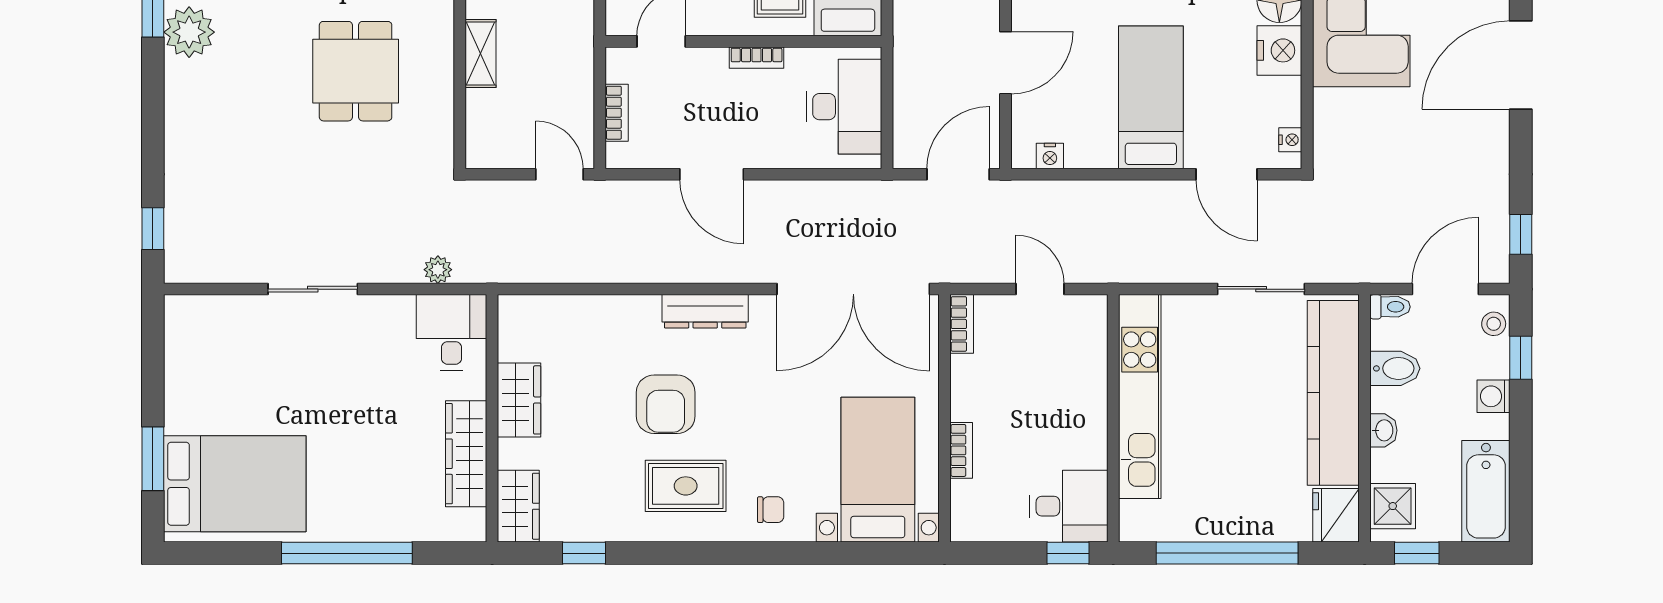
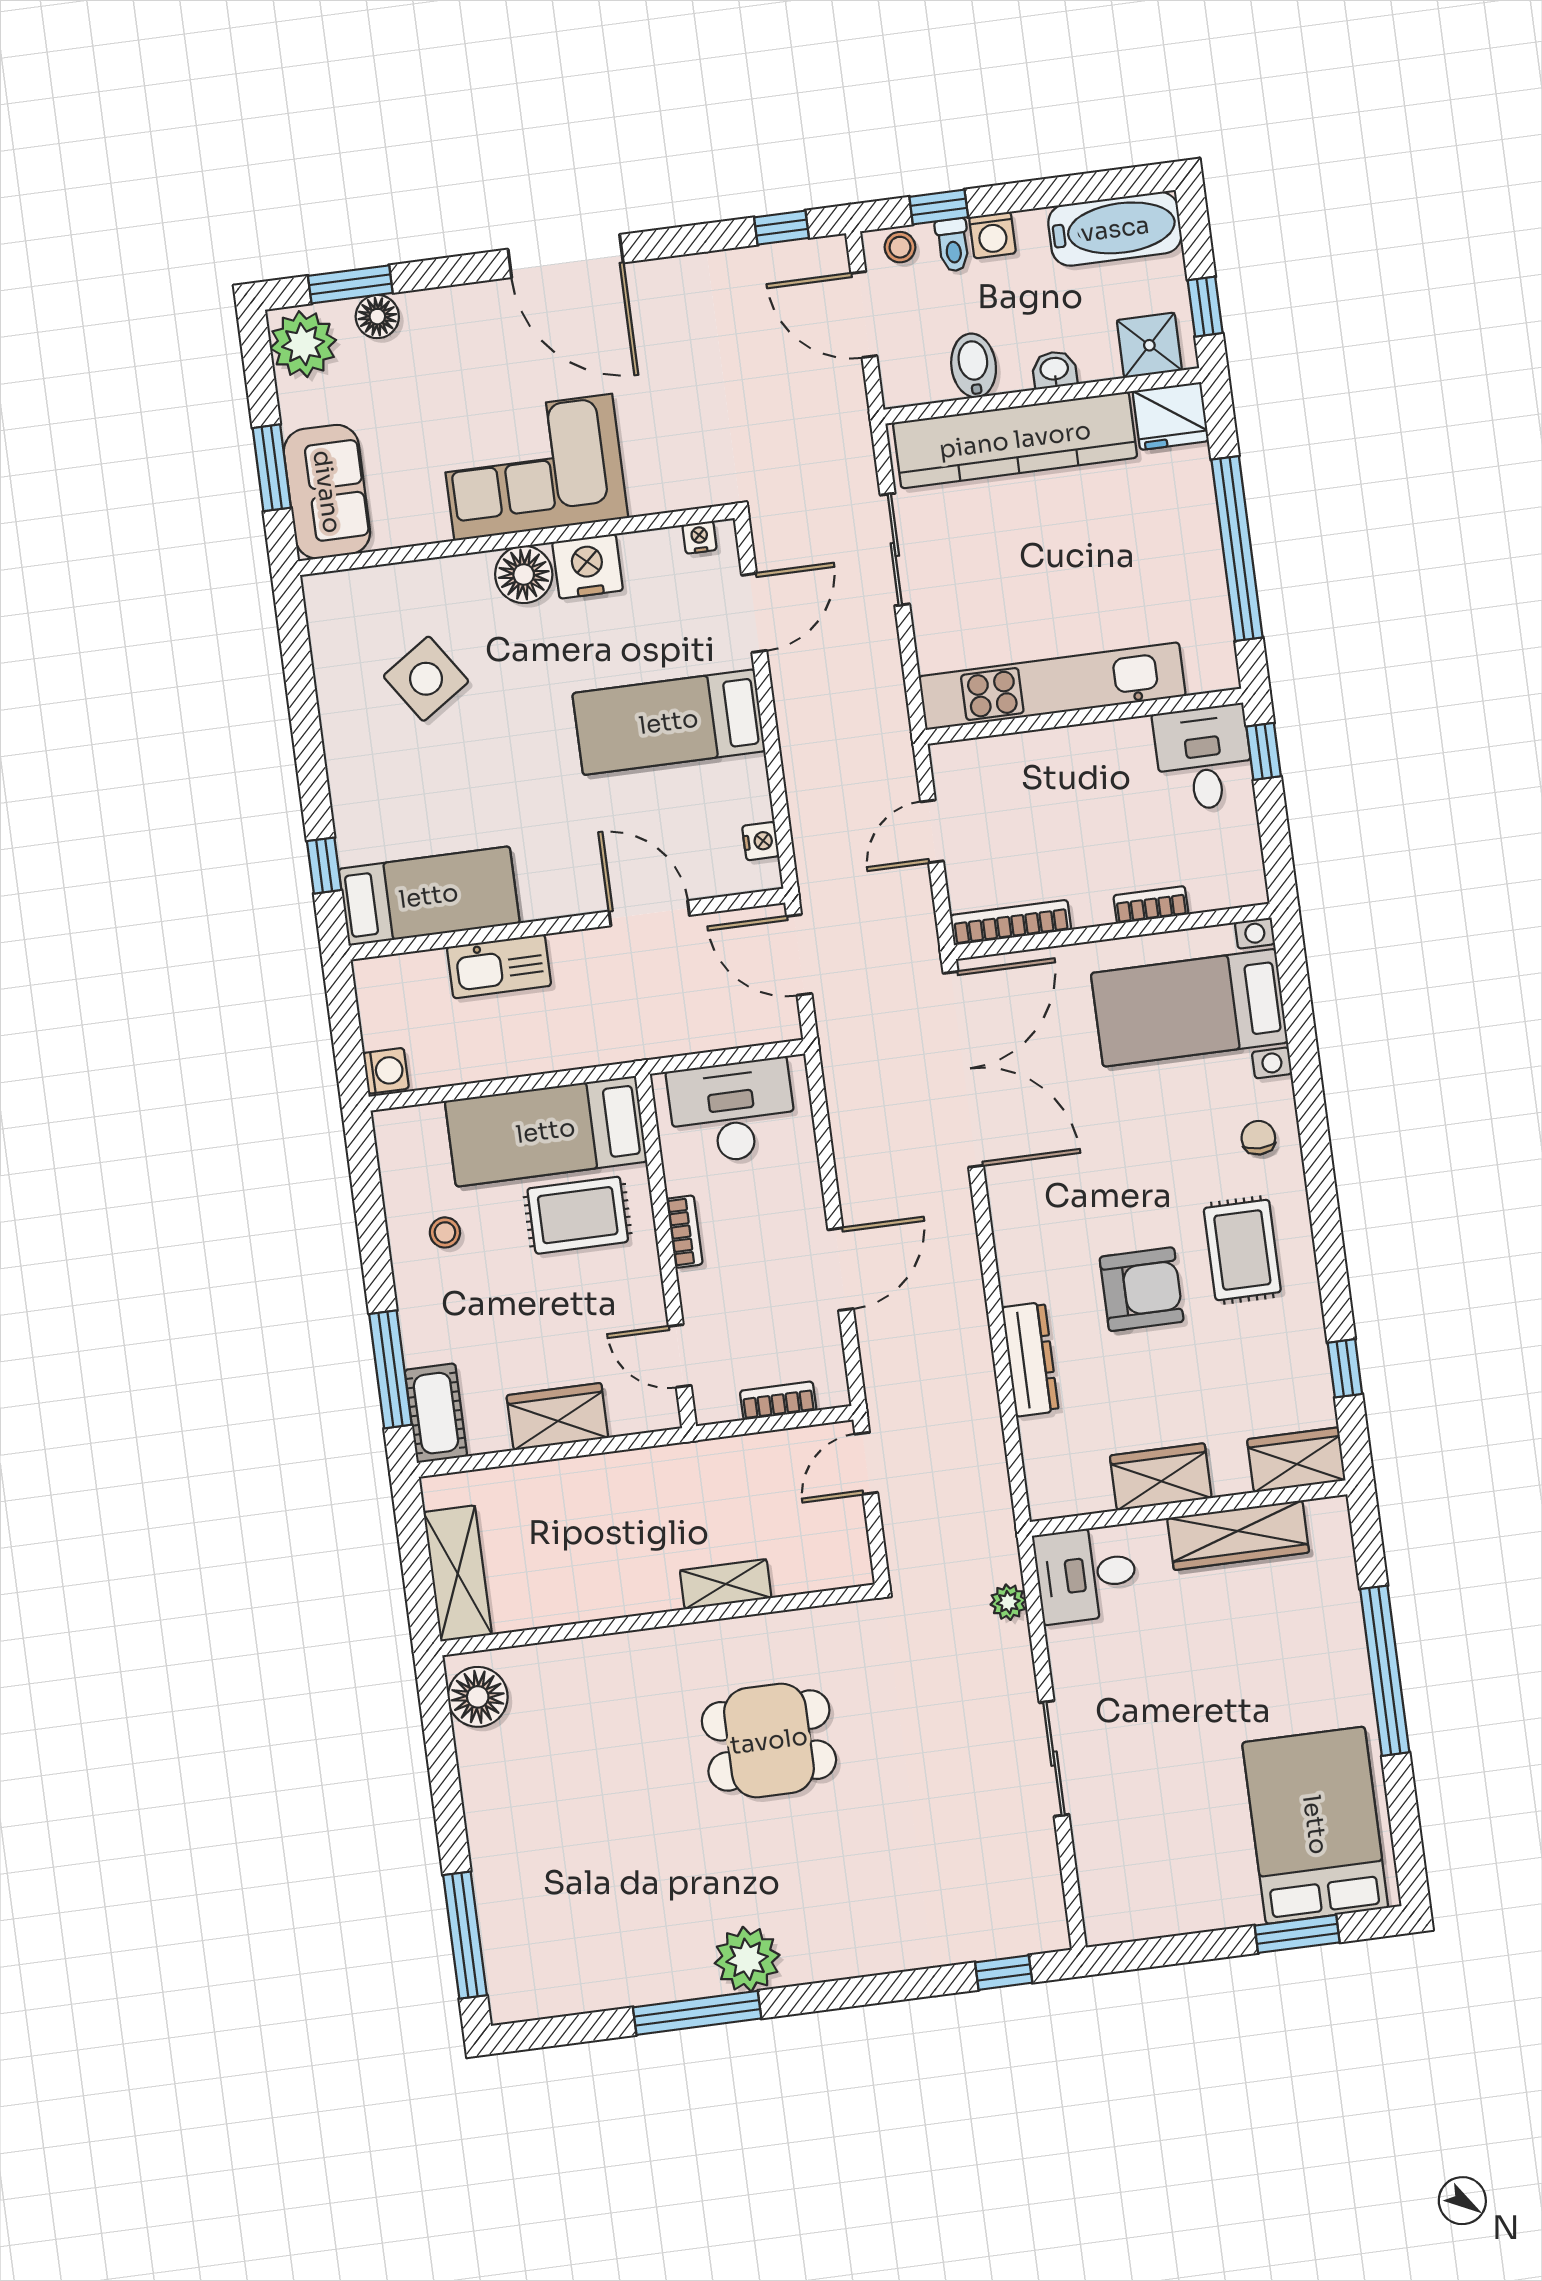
toilet: (1390, 307) -> (953, 245), moved, turned 180
dresser: (705, 311) -> (1030, 1359), moved
bookcase: (962, 324) -> (1011, 923), width x1.56

